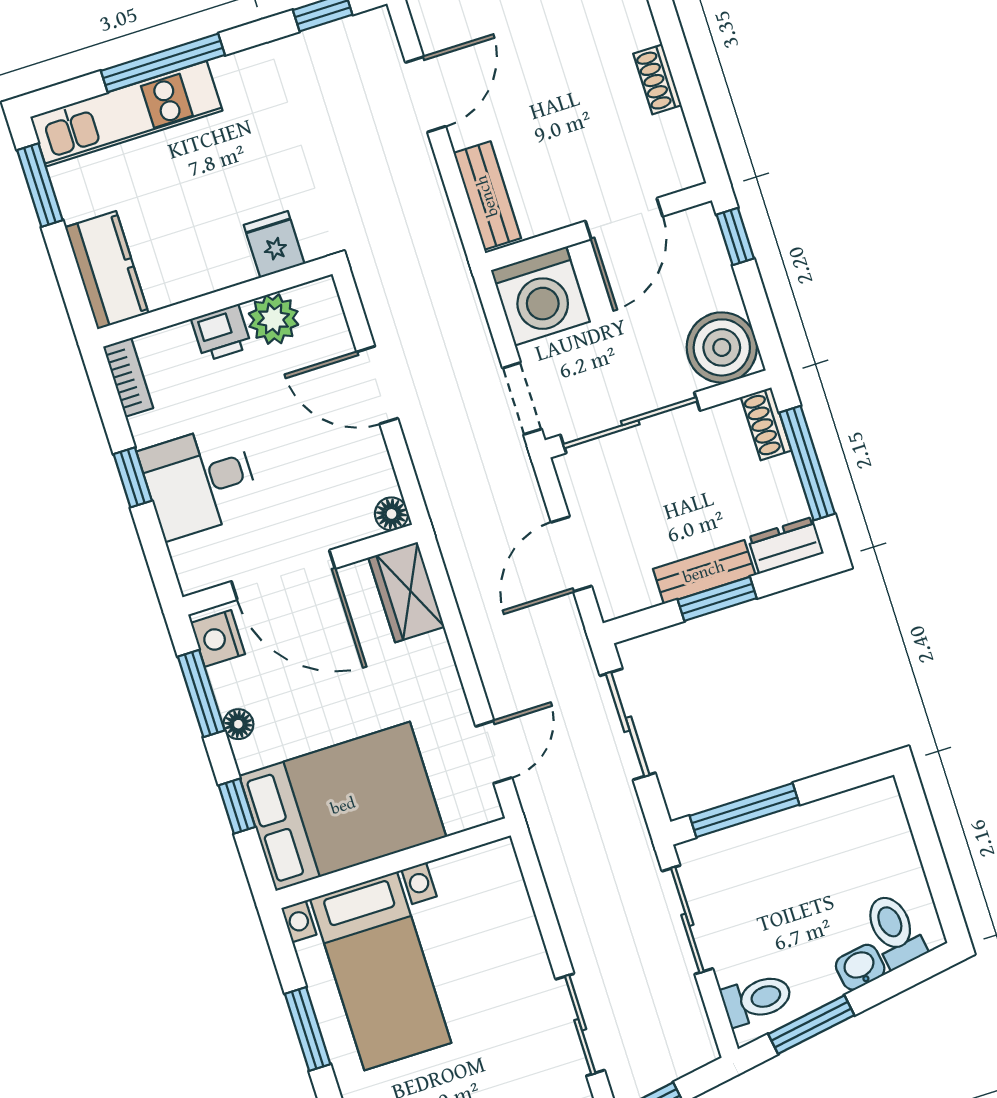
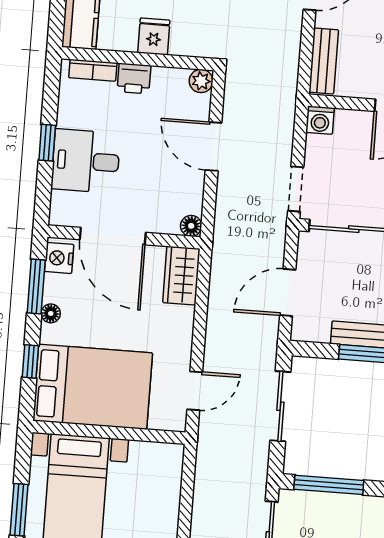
fridge: (274, 244) -> (154, 36), moved
washing machine: (540, 296) -> (320, 120), width x0.53, depth x0.53
plant: (274, 319) -> (201, 81), moved, width x0.73, depth x0.73
bookcase: (128, 377) -> (93, 70), moved, turned 90

